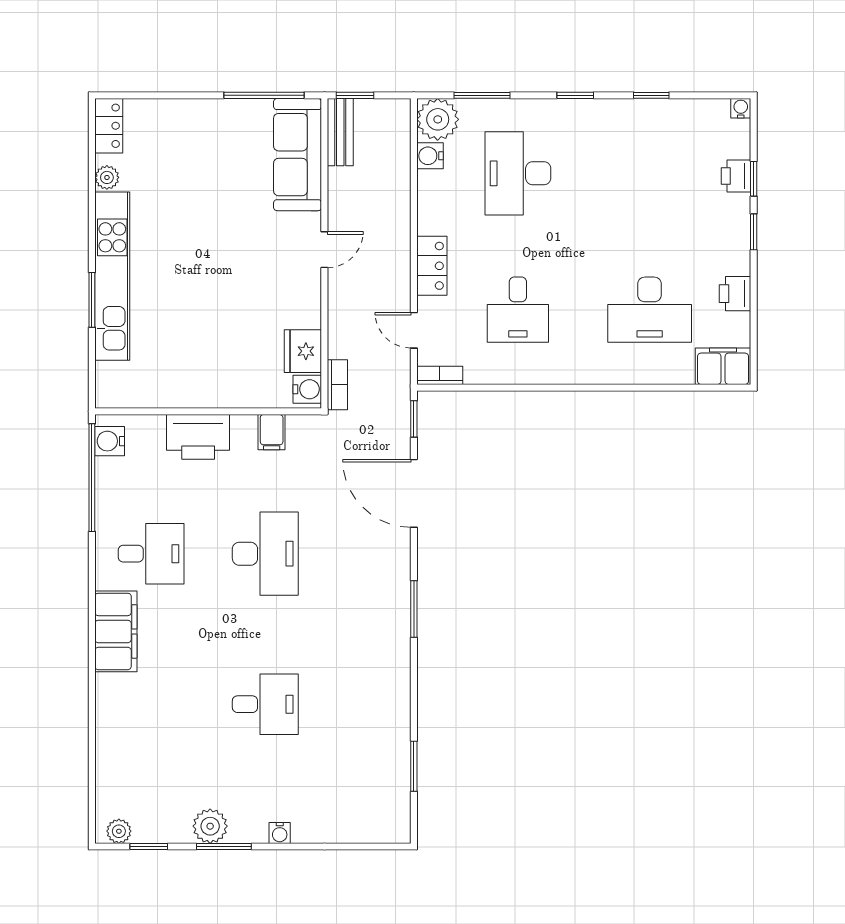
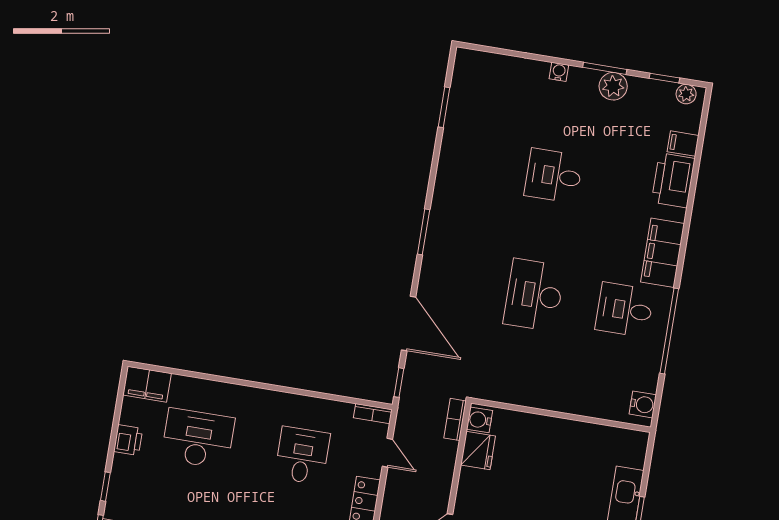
filing cabinet: (272, 432) -> (683, 144), moved, turned -90
printer: (198, 437) -> (673, 180), moved, turned -90
window: (92, 478) -> (669, 331), moved

